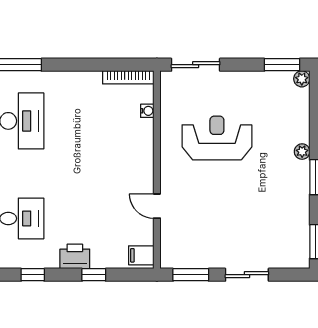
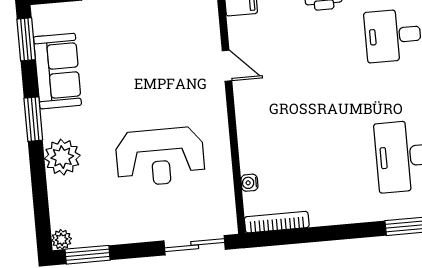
plant: (302, 152) -> (62, 157), width x1.88, depth x1.88
sofa: (293, 214) -> (57, 71), added

